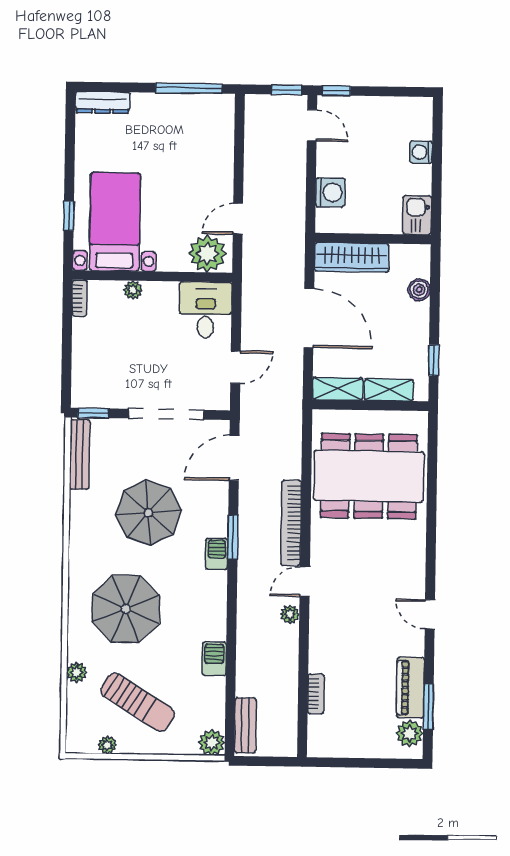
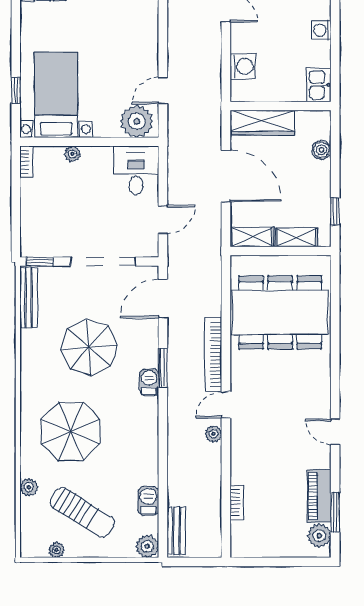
barbecue: (214, 659) -> (148, 501), moved

